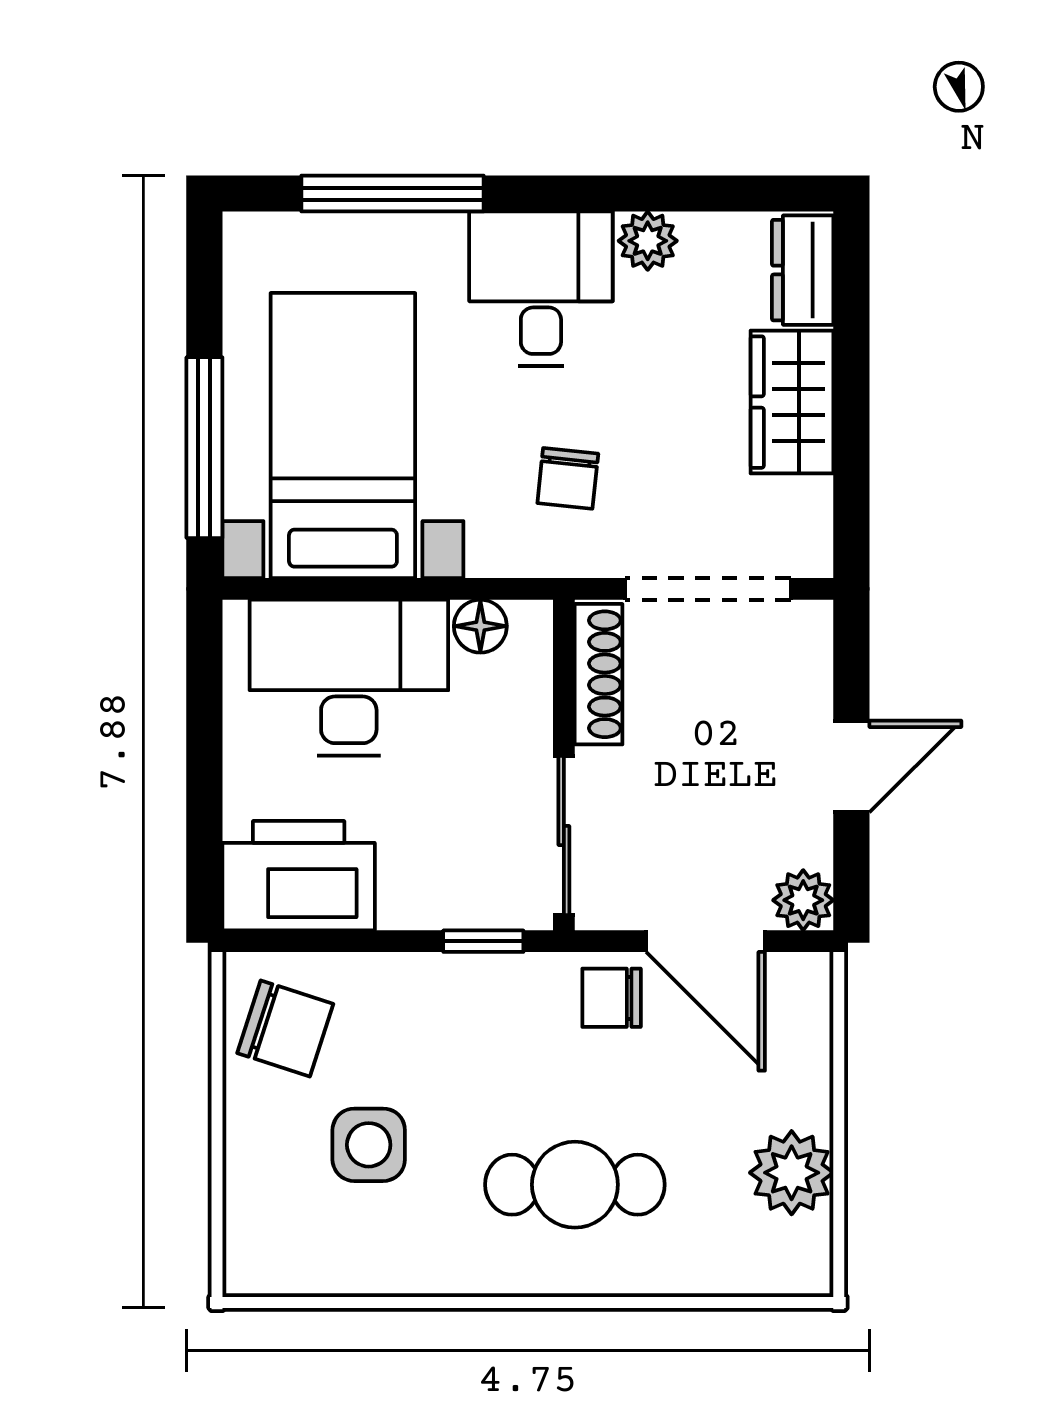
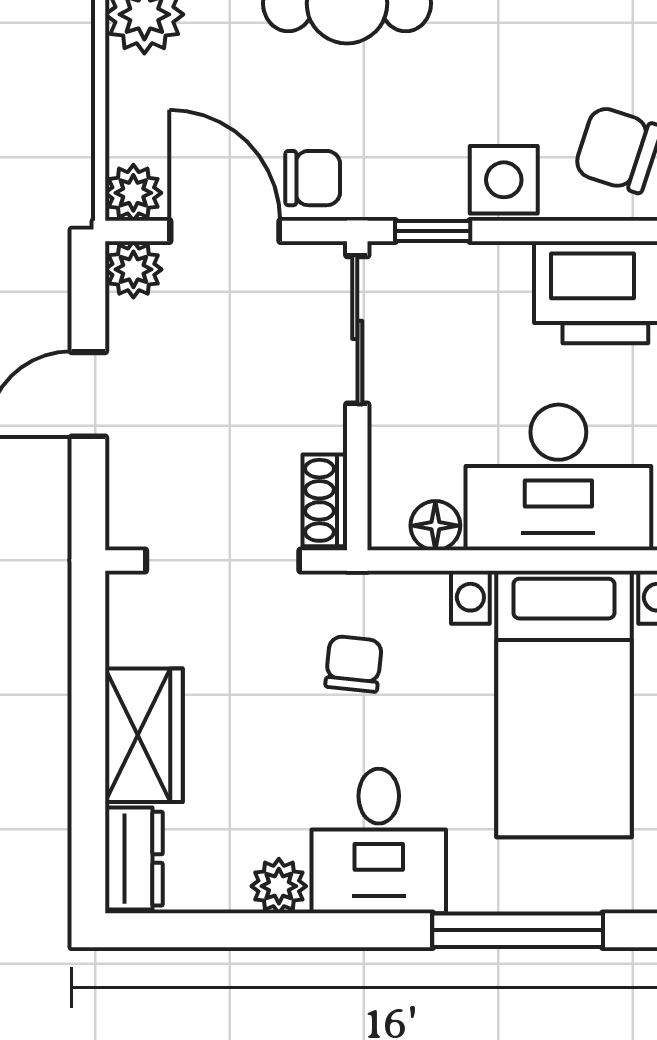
shoe rack: (599, 674) -> (325, 500), width x0.70
plant: (803, 982) -> (133, 193), added
side table: (369, 1145) -> (504, 180), moved

